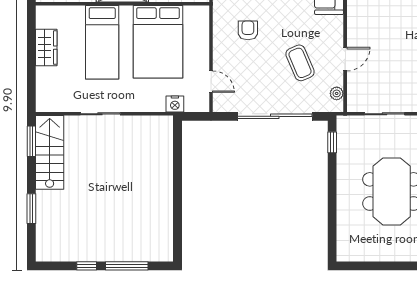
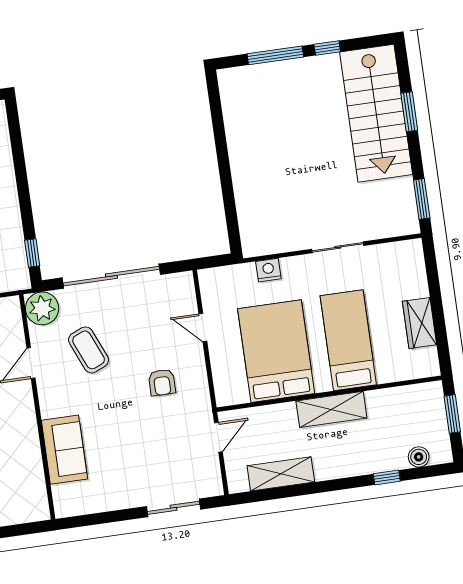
door: (211, 82) -> (203, 328), moved
plant: (337, 93) -> (42, 308), width x1.87, depth x1.87
nightstand: (175, 104) -> (268, 270), moved
stairs: (50, 152) -> (376, 113), moved, width x1.36, depth x1.51

